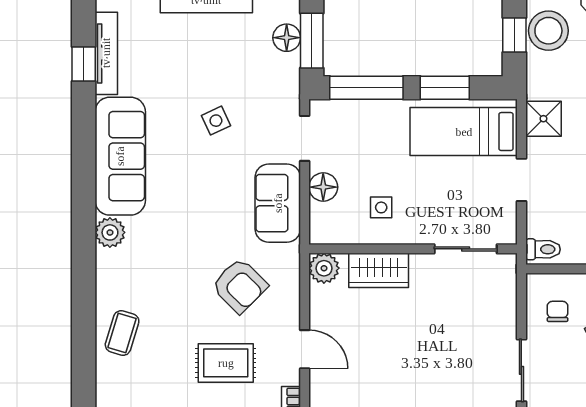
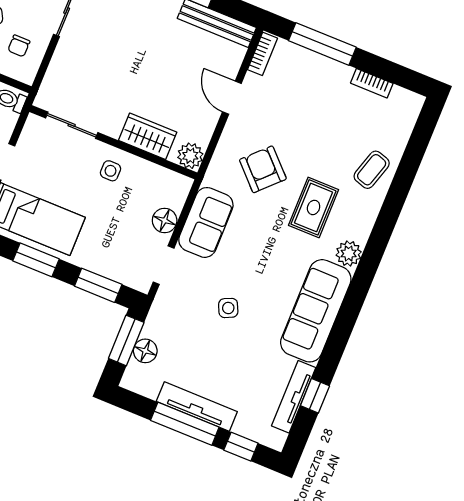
window: (366, 88) -> (98, 285), width x0.69
side table: (381, 207) -> (111, 171), moved
rug: (226, 363) -> (314, 207), moved, turned 90

